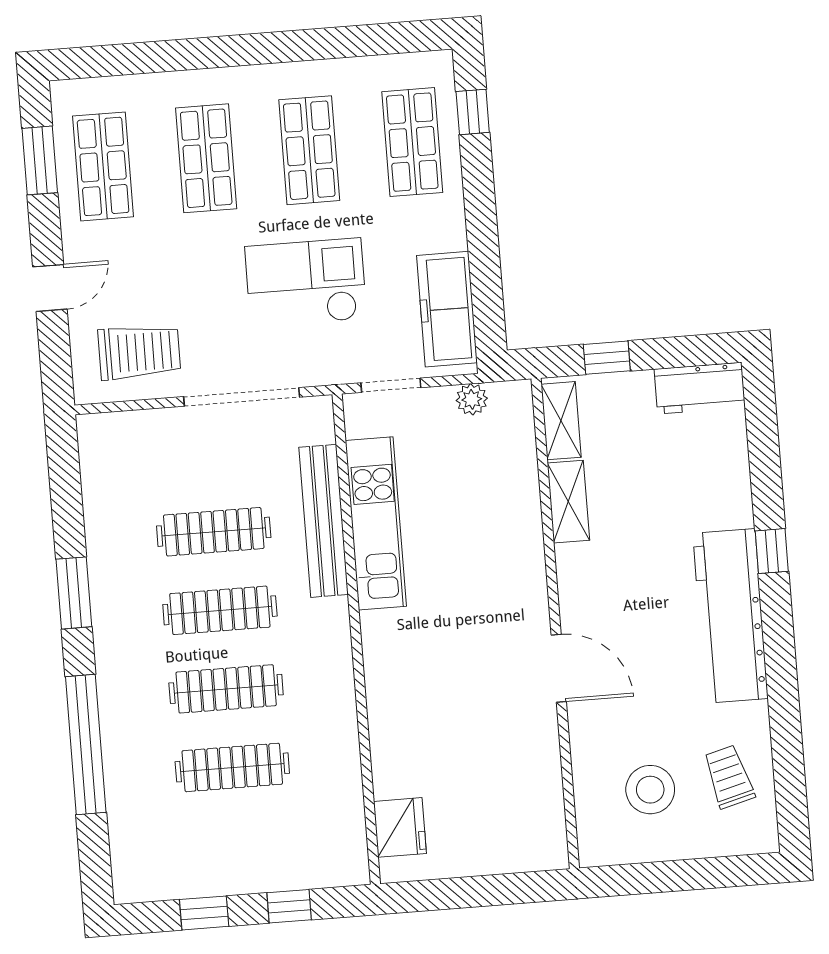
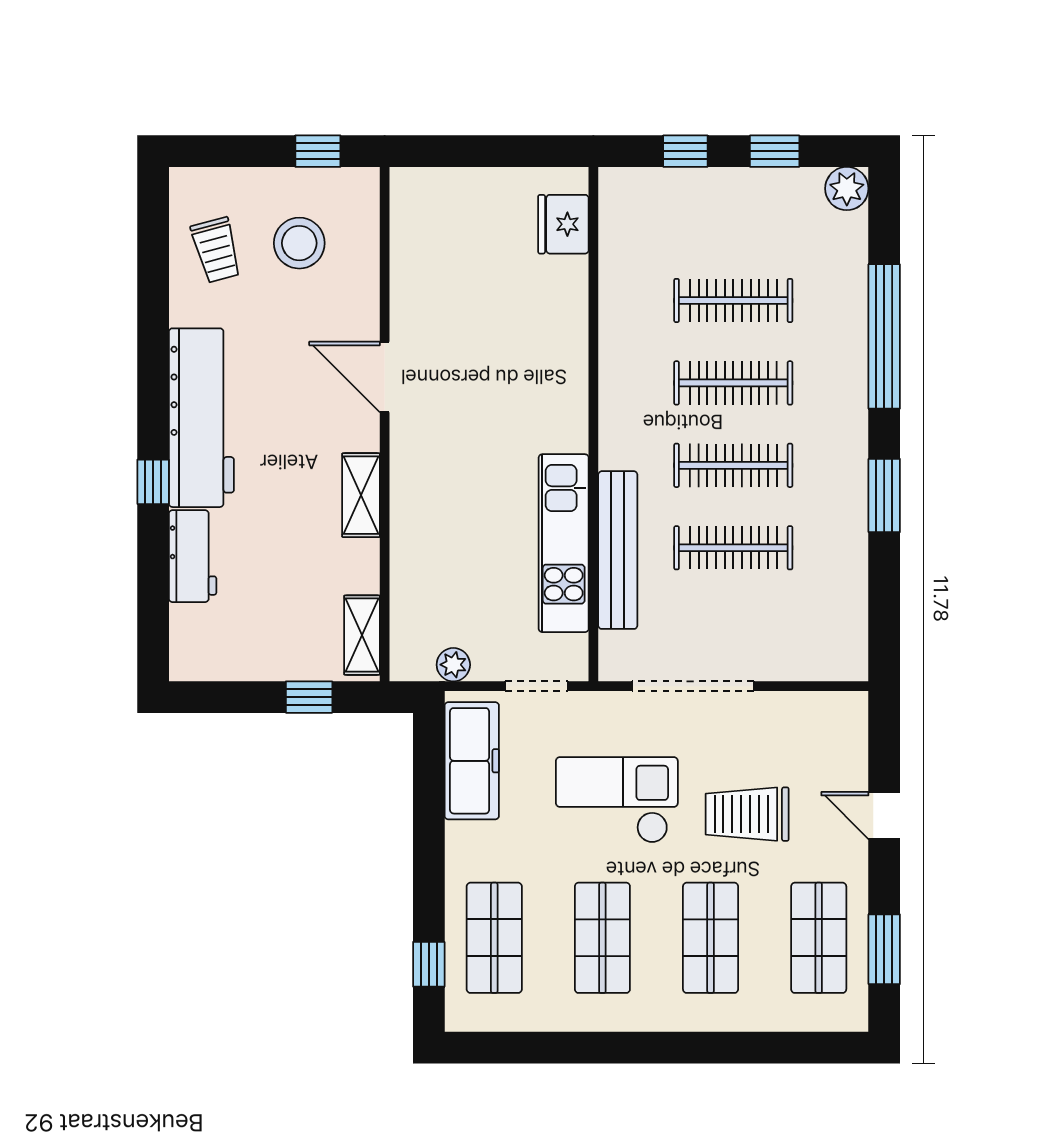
checkout: (306, 283) -> (617, 800), turned 180
door: (50, 288) -> (884, 815), hinge flipped
trolley: (139, 352) -> (747, 814), moved
workbench: (700, 388) -> (193, 556), moved, turned 90
shelving: (568, 502) -> (361, 495), moved
window: (639, 879) -> (318, 151), added
plant: (133, 883) -> (847, 189), added

